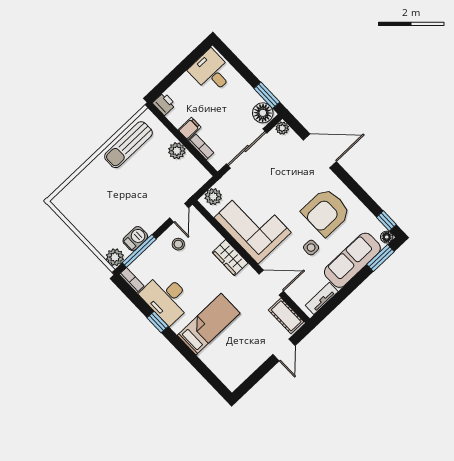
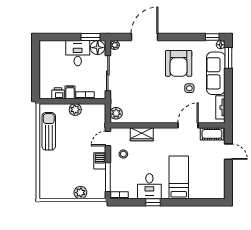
desk: (211, 72) -> (78, 53), moved, turned 90
printer: (164, 104) -> (58, 93), moved
sun lounger: (128, 145) -> (49, 131), turned 180
door: (179, 213) -> (108, 138), swing flipped
corner sofa: (253, 225) -> (150, 107), removed
barbecue: (135, 239) -> (100, 161), moved
plant: (115, 257) -> (80, 193), moved
wardrobe: (230, 258) -> (142, 134), moved
desk: (166, 298) -> (149, 186), width x0.73

